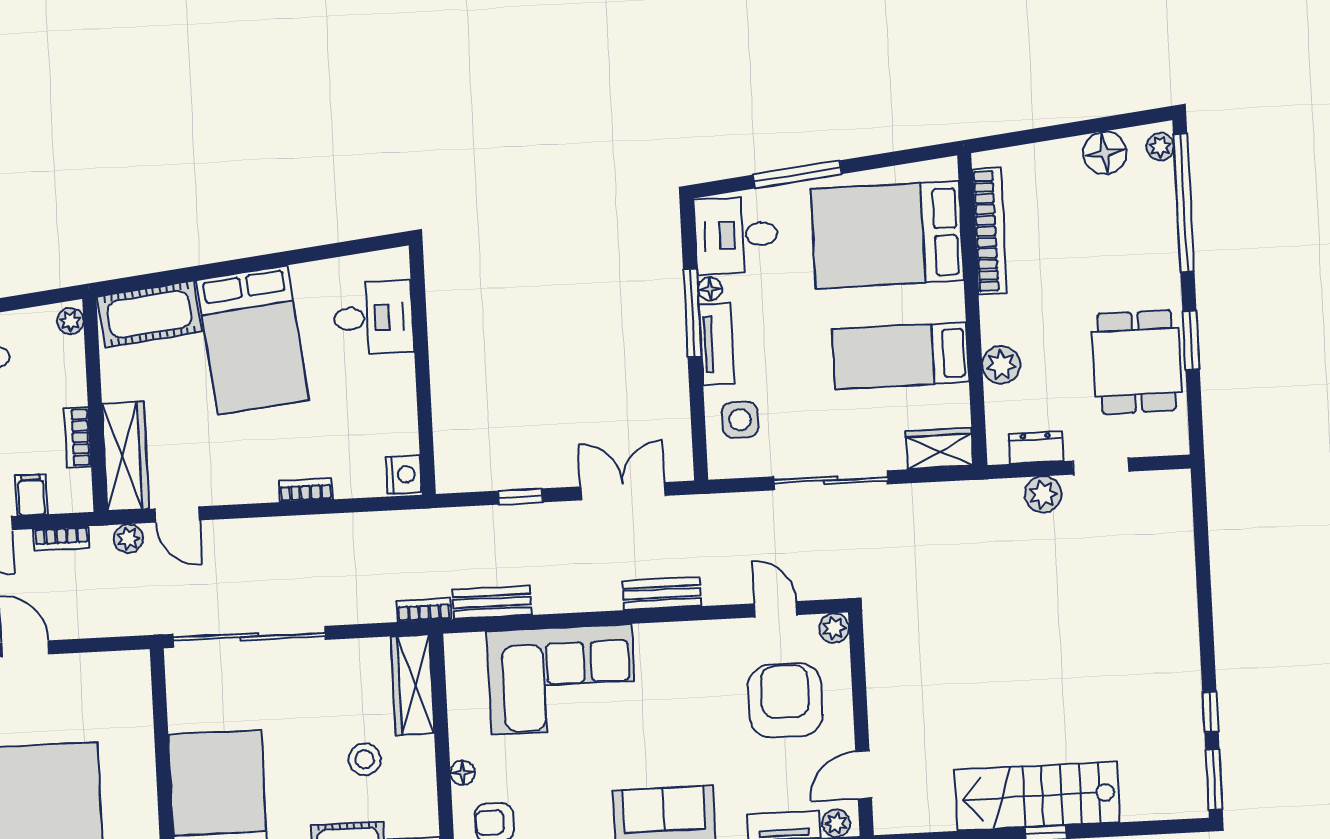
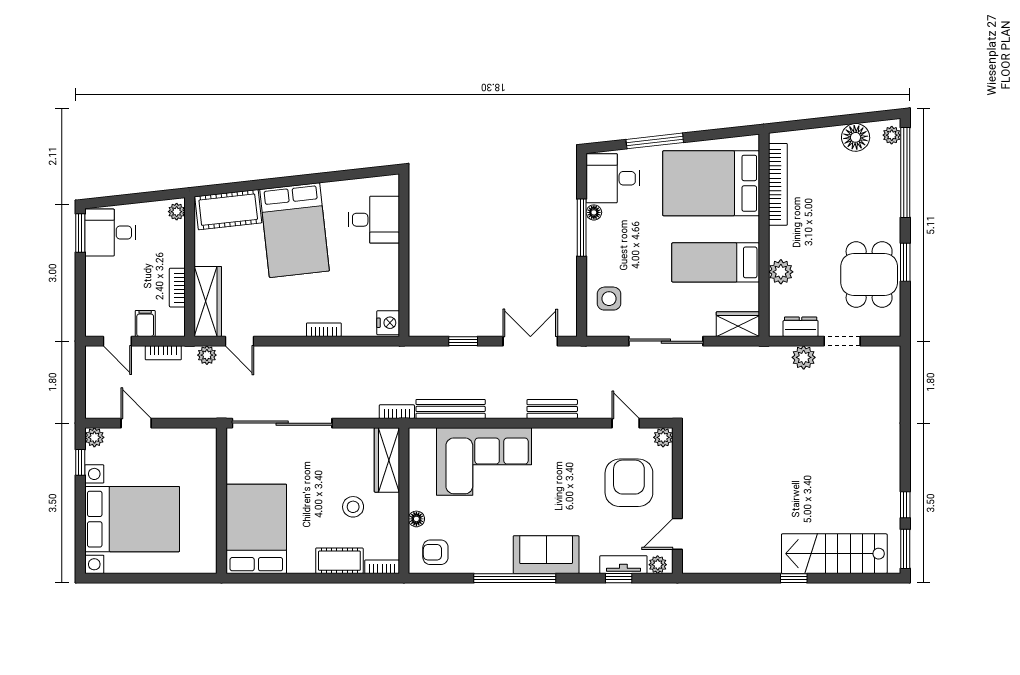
tv unit: (717, 344) -> (596, 249), removed
bench: (492, 602) -> (451, 409), width x1.36
stairs: (1037, 796) -> (834, 554), moved

